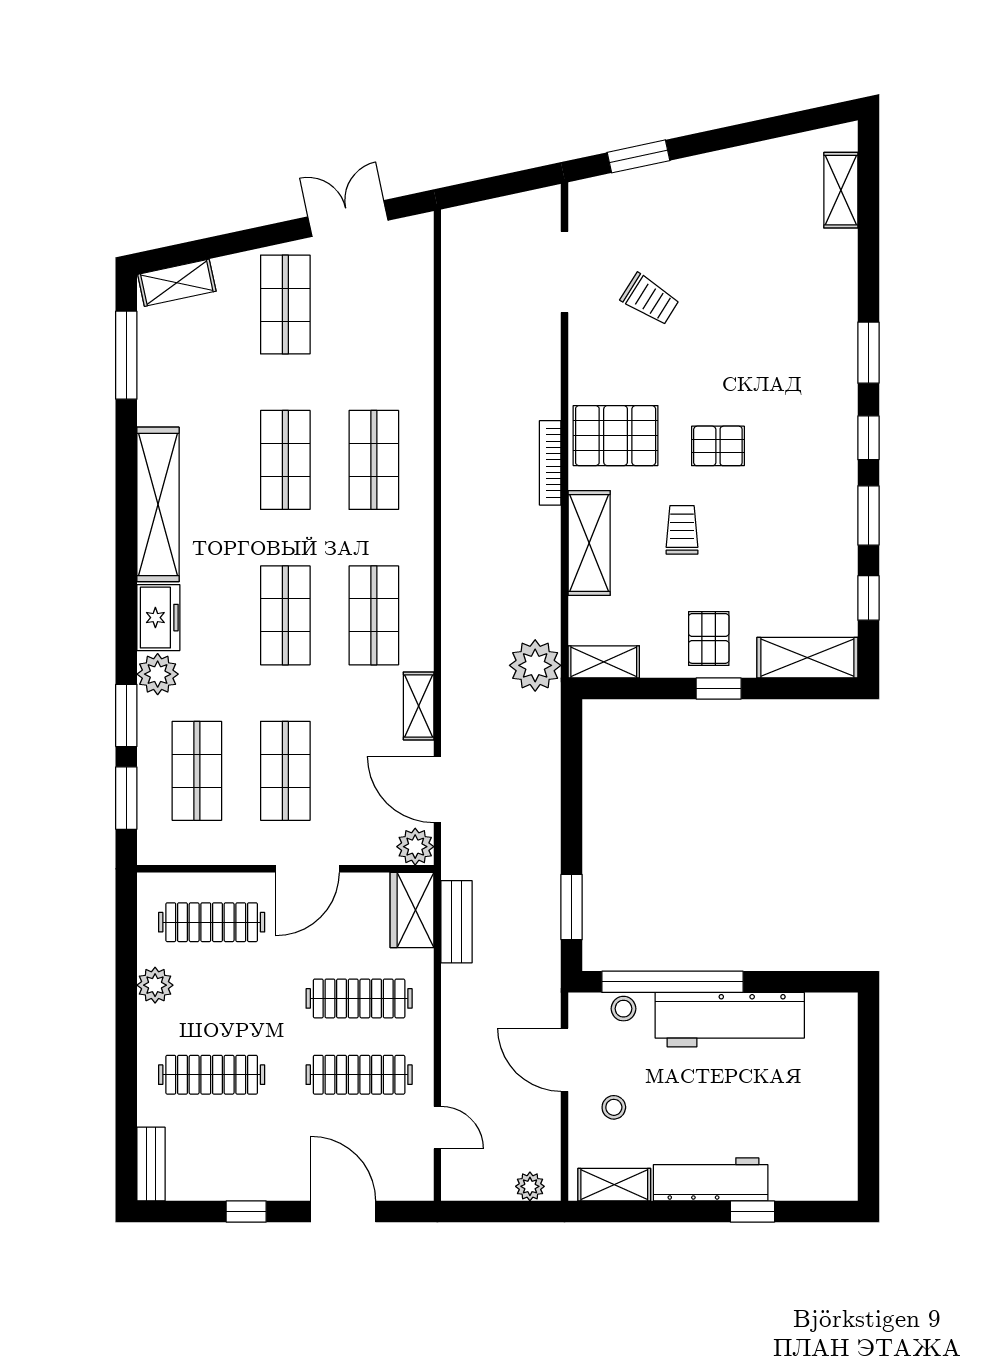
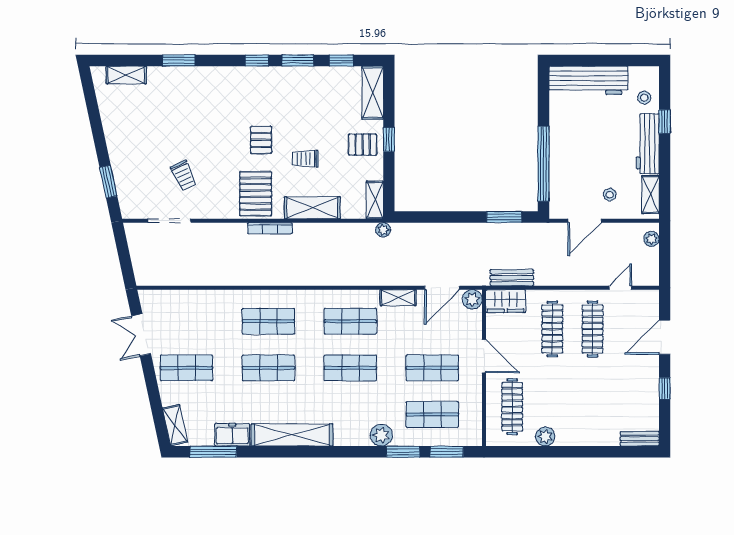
trolley: (650, 299) -> (184, 176), turned 123
window: (868, 353) -> (179, 60), moved
freezer: (158, 618) -> (232, 435), moved
plant: (535, 665) -> (383, 230), width x0.53, depth x0.53
stool: (623, 1009) -> (644, 98), moved
workbench: (730, 1020) -> (588, 80), moved, turned 90
clothes rail: (212, 1075) -> (593, 407), removed

